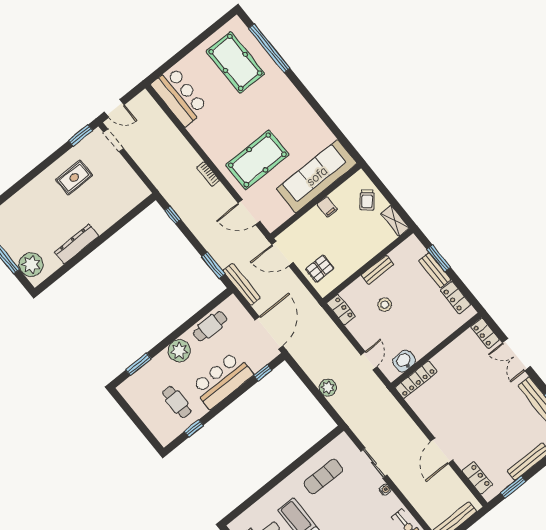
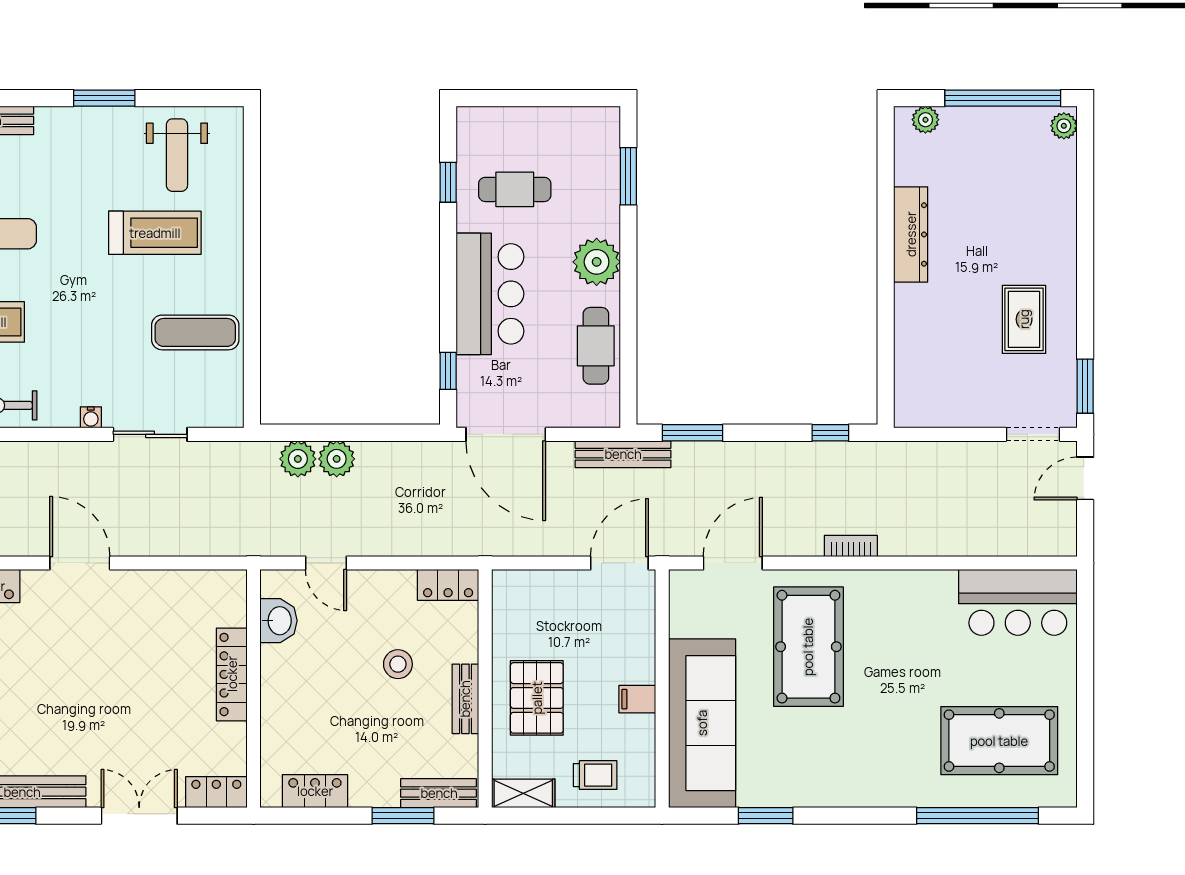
window: (332, 126) -> (766, 816), added
trolley: (367, 200) -> (595, 775), turned 140
plant: (31, 265) -> (925, 120), width x0.53, depth x0.53
pallet: (320, 269) -> (537, 698), moved, width x1.50, depth x1.42
bench: (435, 270) -> (439, 793), moved
locker: (416, 380) -> (232, 674), moved
plant: (339, 402) -> (298, 459), added
exercise mat: (323, 477) -> (195, 332), turned 90

